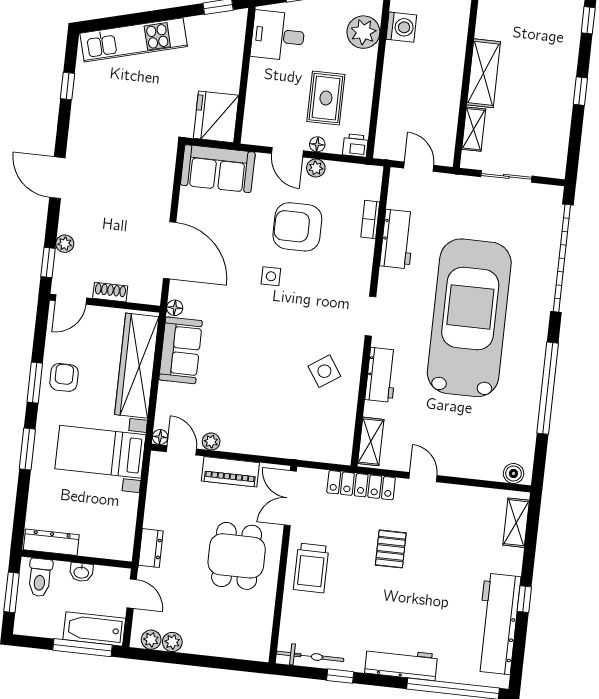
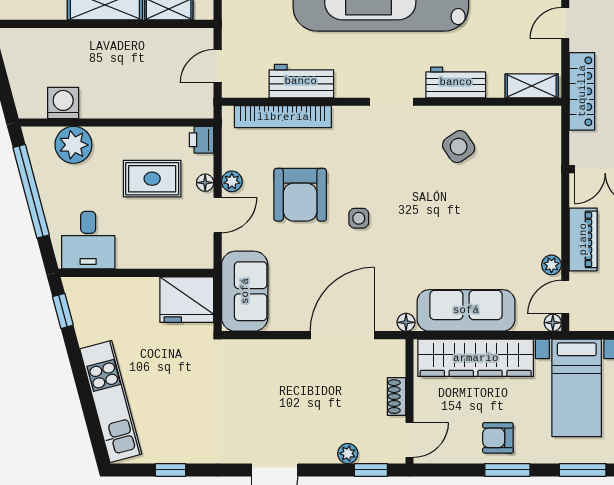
bookcase: (370, 220) -> (283, 117), width x2.31, depth x1.31
door: (71, 299) -> (410, 440), hinge flipped
sofa: (181, 350) -> (466, 310), width x1.36

